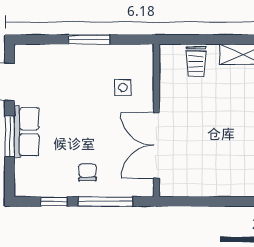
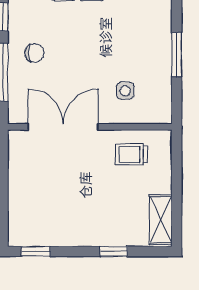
trolley: (196, 62) -> (132, 154), moved

